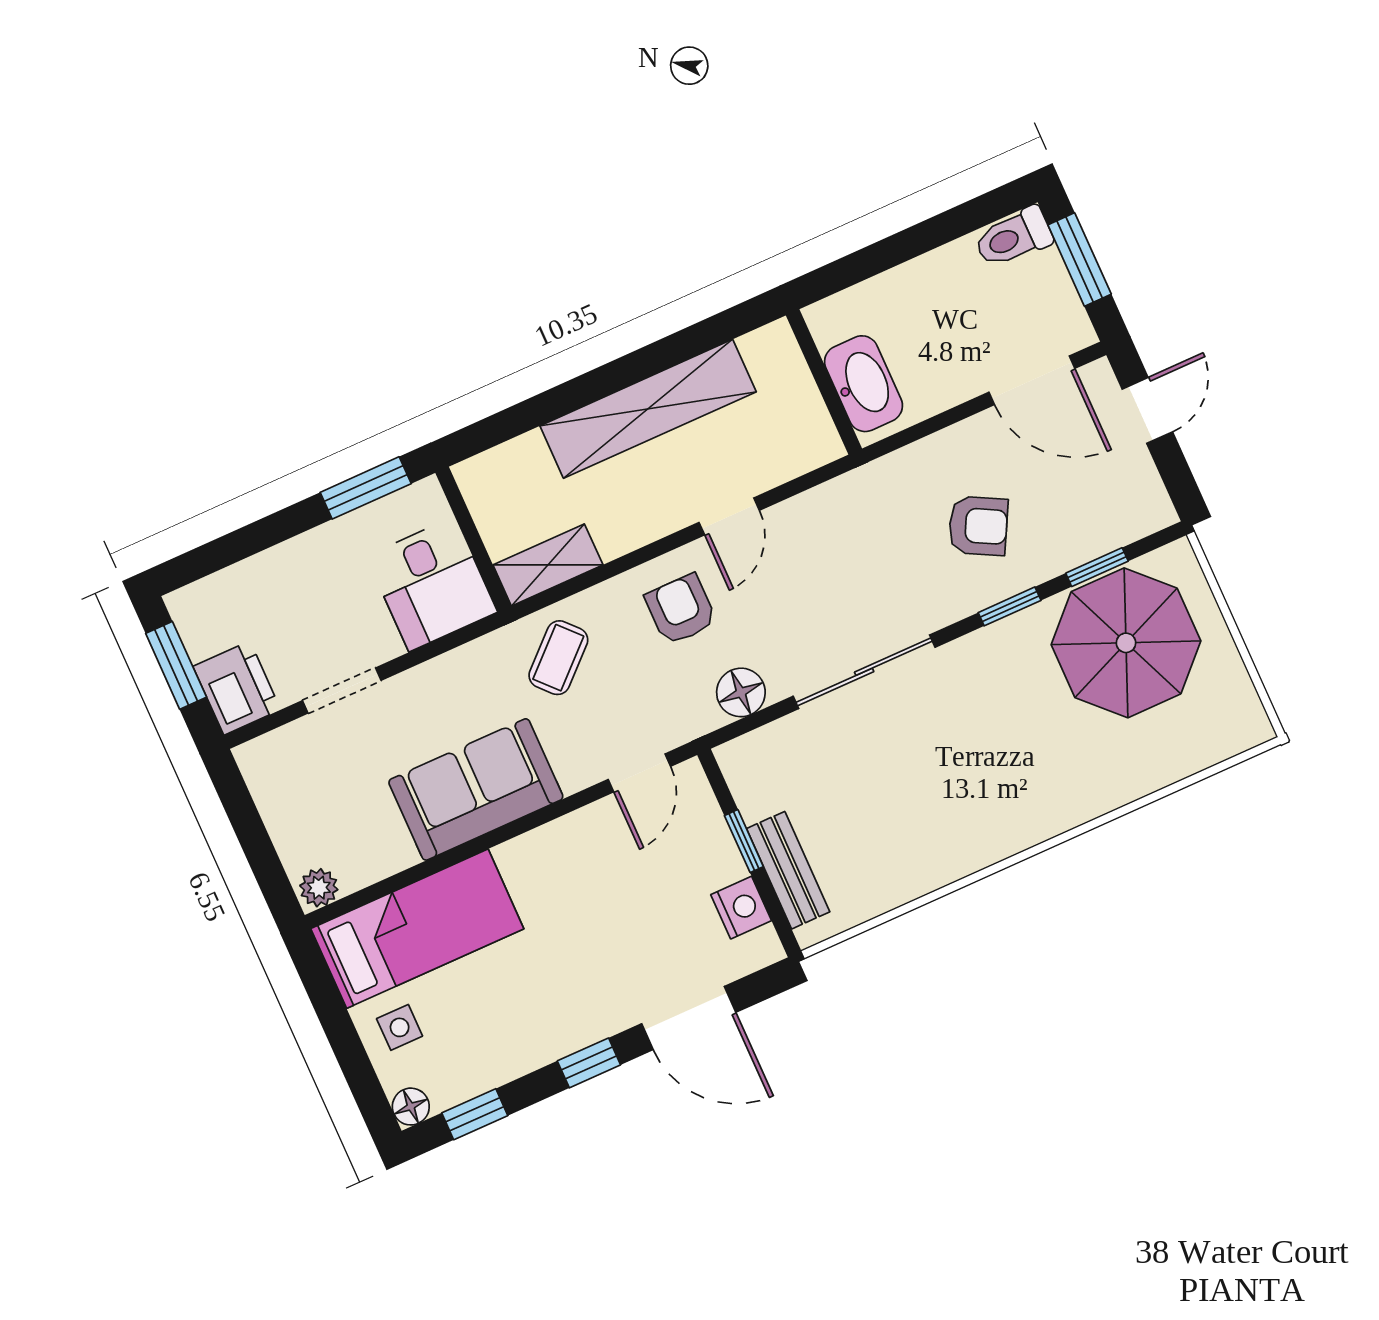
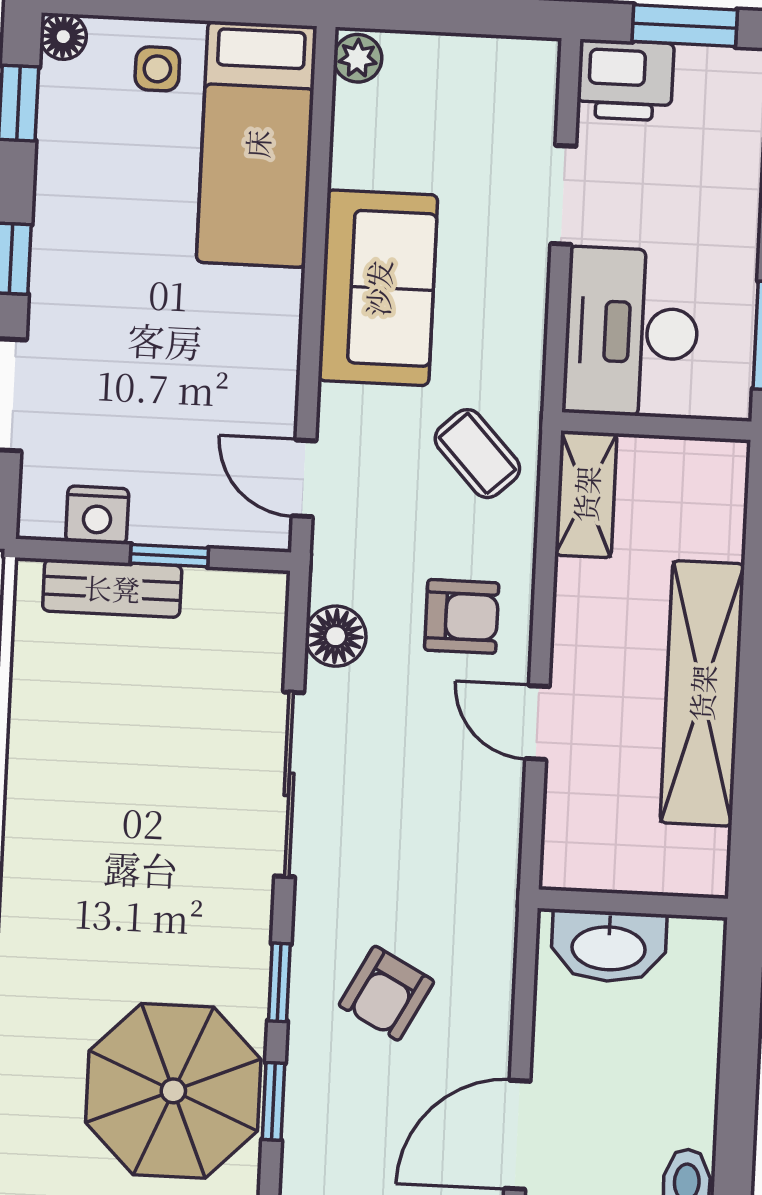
desk: (432, 584) -> (631, 332), width x1.37

